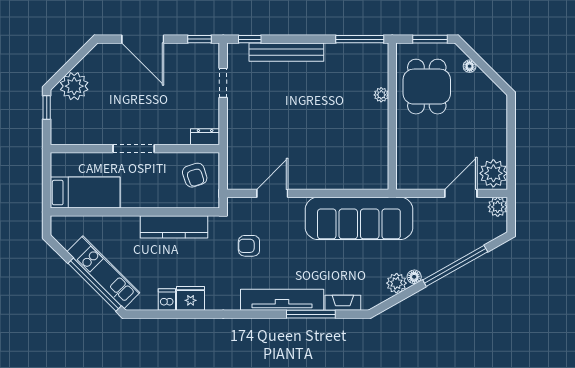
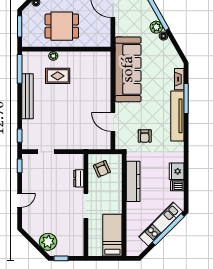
door: (143, 39) -> (20, 200), width x0.53
bench: (286, 52) -> (27, 96), moved
dining table: (427, 87) -> (62, 26), moved
rug: (348, 102) -> (58, 76), added
dresser: (205, 137) -> (79, 178), moved
armchair: (195, 175) -> (102, 169), turned 85
plant: (397, 283) -> (156, 27), moved

